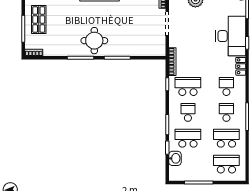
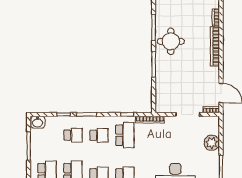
school desk: (188, 138) -> (73, 135), width x0.54
washbasin: (175, 158) -> (38, 122), moved

